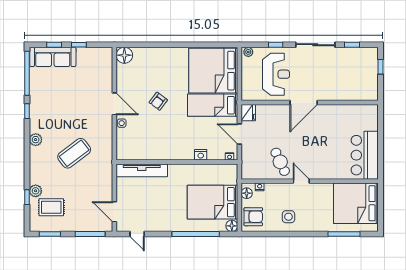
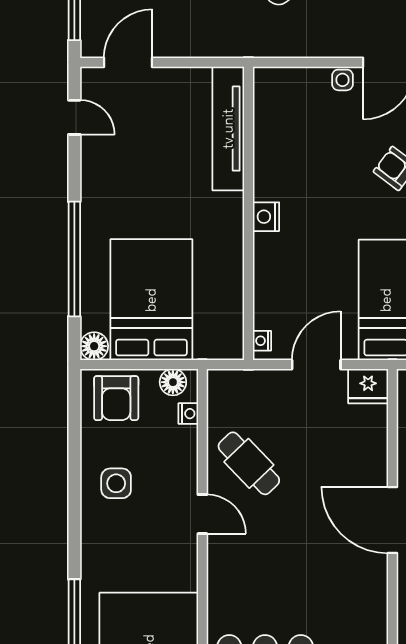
nightstand: (201, 155) -> (266, 217), moved
cafe table: (280, 162) -> (249, 463), turned 71
door: (301, 181) -> (202, 514), hinge flipped
door: (137, 234) -> (74, 117), swing flipped

